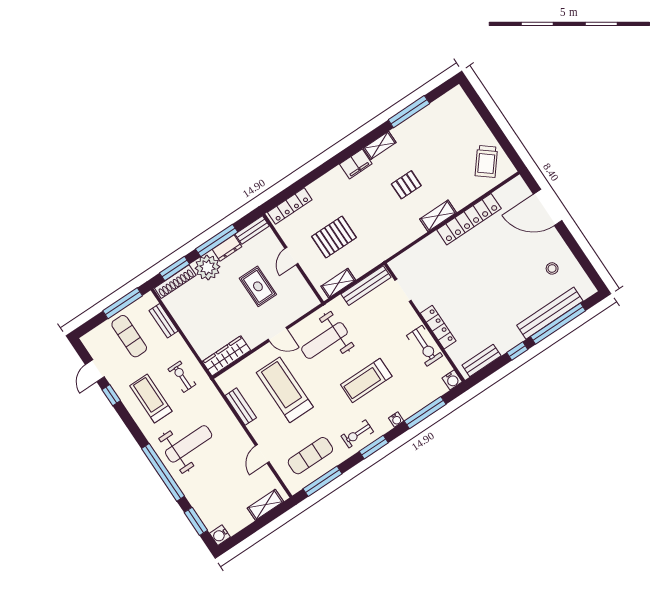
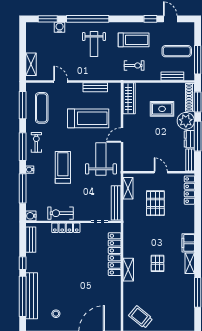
locker: (469, 219) -> (115, 254), moved
rug: (258, 286) -> (162, 109), moved
weight bench: (189, 444) -> (94, 44), width x0.73, depth x0.75
window: (374, 447) -> (23, 147), width x1.44
water cooler: (220, 535) -> (60, 27), moved

